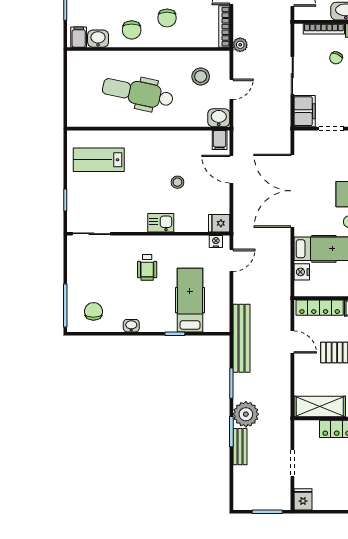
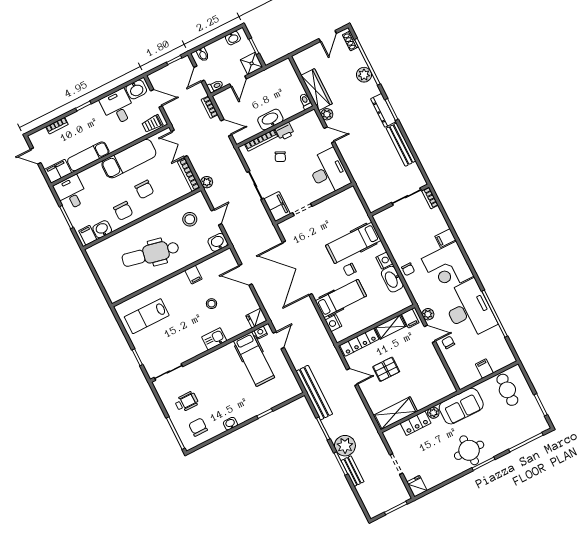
filing cabinet: (220, 140) -> (194, 275), moved
wheelchair: (147, 267) -> (186, 402), moved, turned -90
hospital bed: (190, 300) -> (254, 359), moved, turned 180

